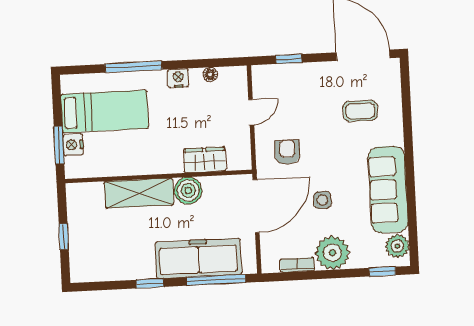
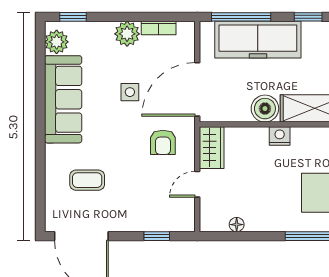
nightstand: (178, 78) -> (280, 136), moved, turned 180
wardrobe: (205, 160) -> (212, 148), moved, turned -90
plant: (332, 253) -> (127, 34), width x0.73, depth x0.73

